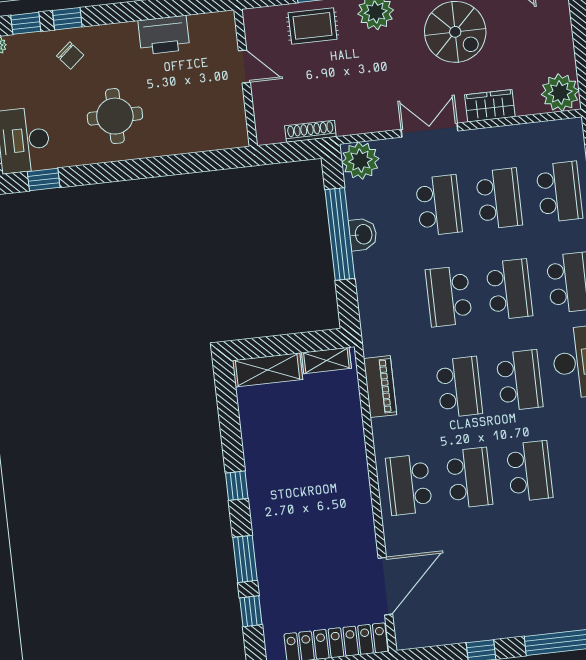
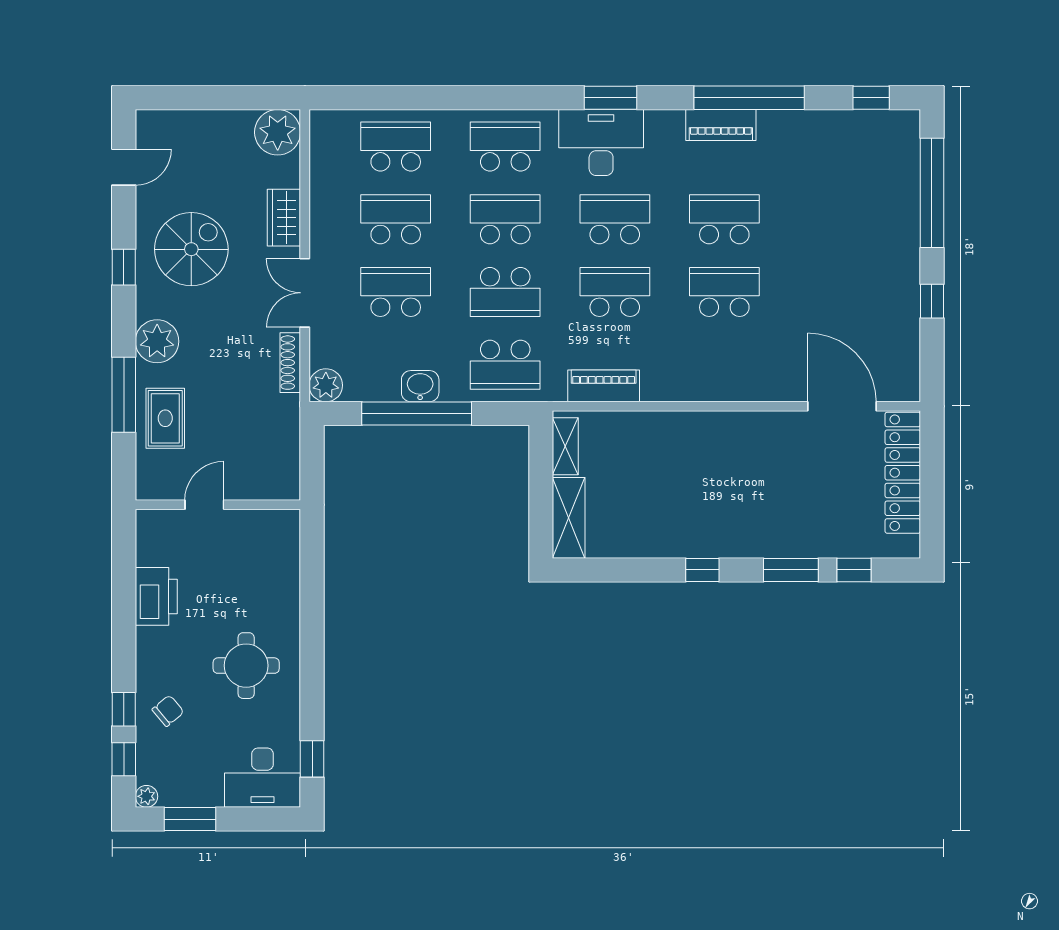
shoe rack: (310, 131) -> (290, 363), moved
plant: (360, 161) -> (326, 385), width x0.73, depth x0.73
school desk: (409, 485) -> (505, 365), moved

